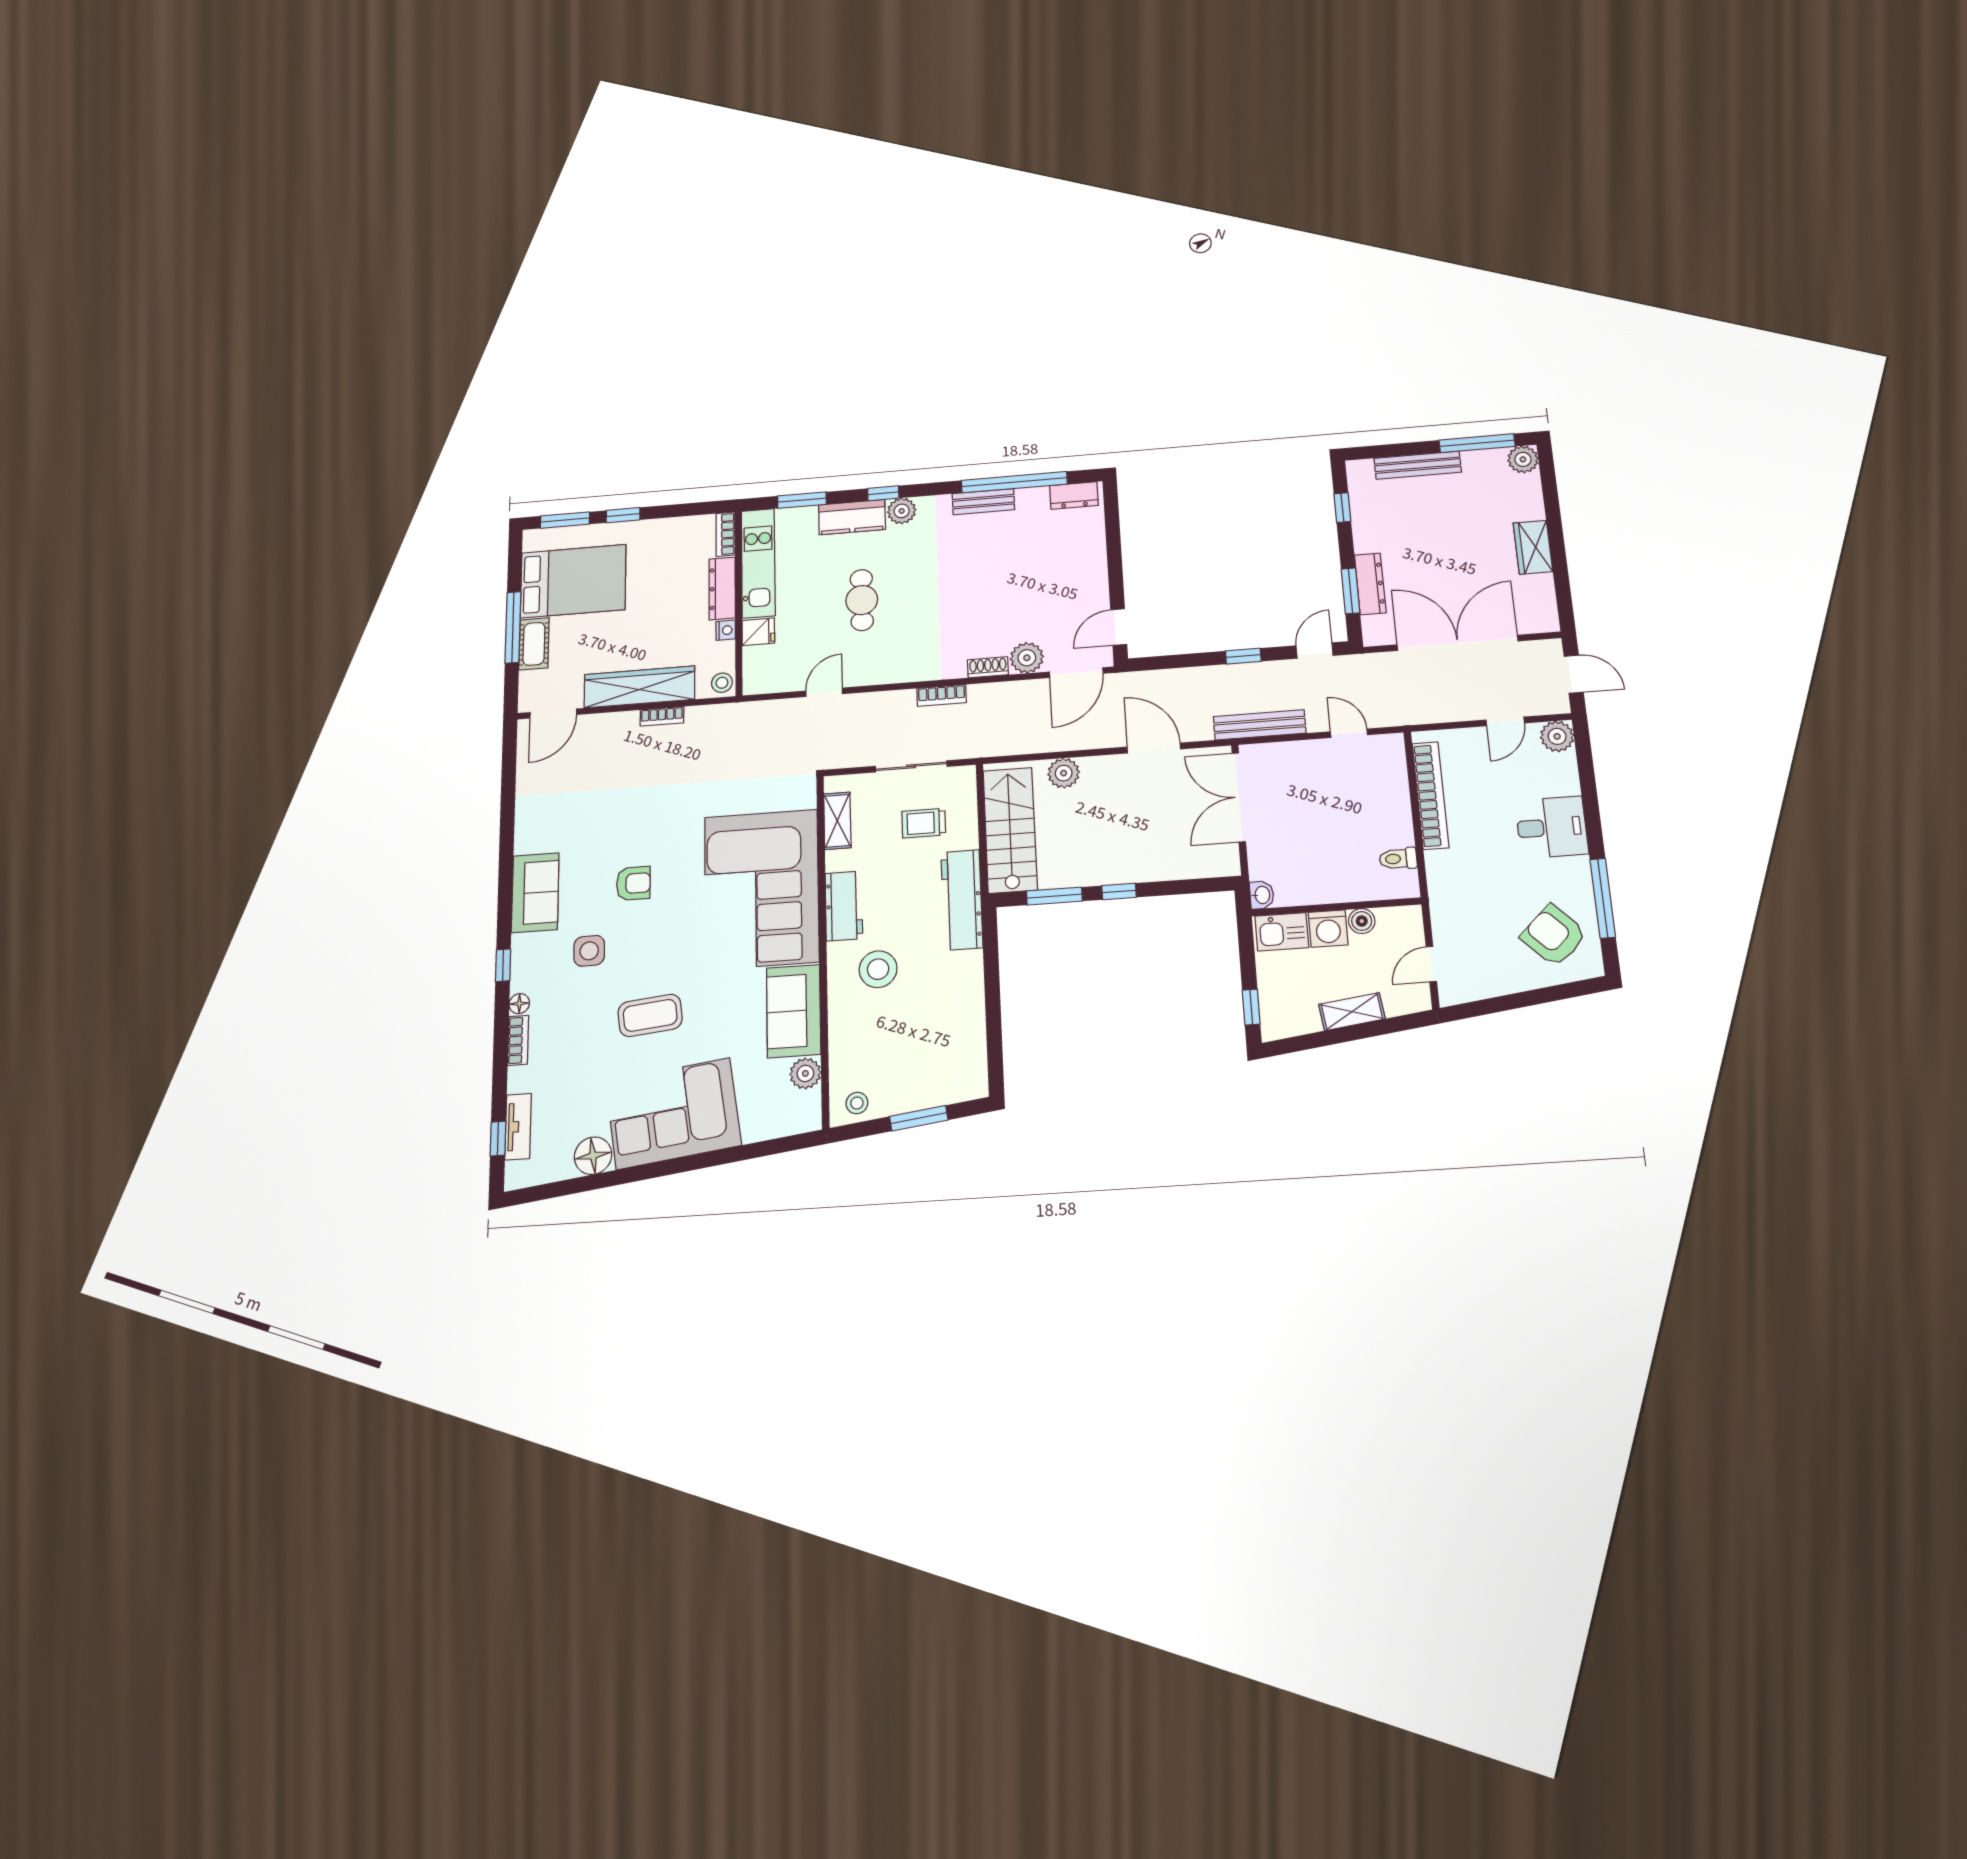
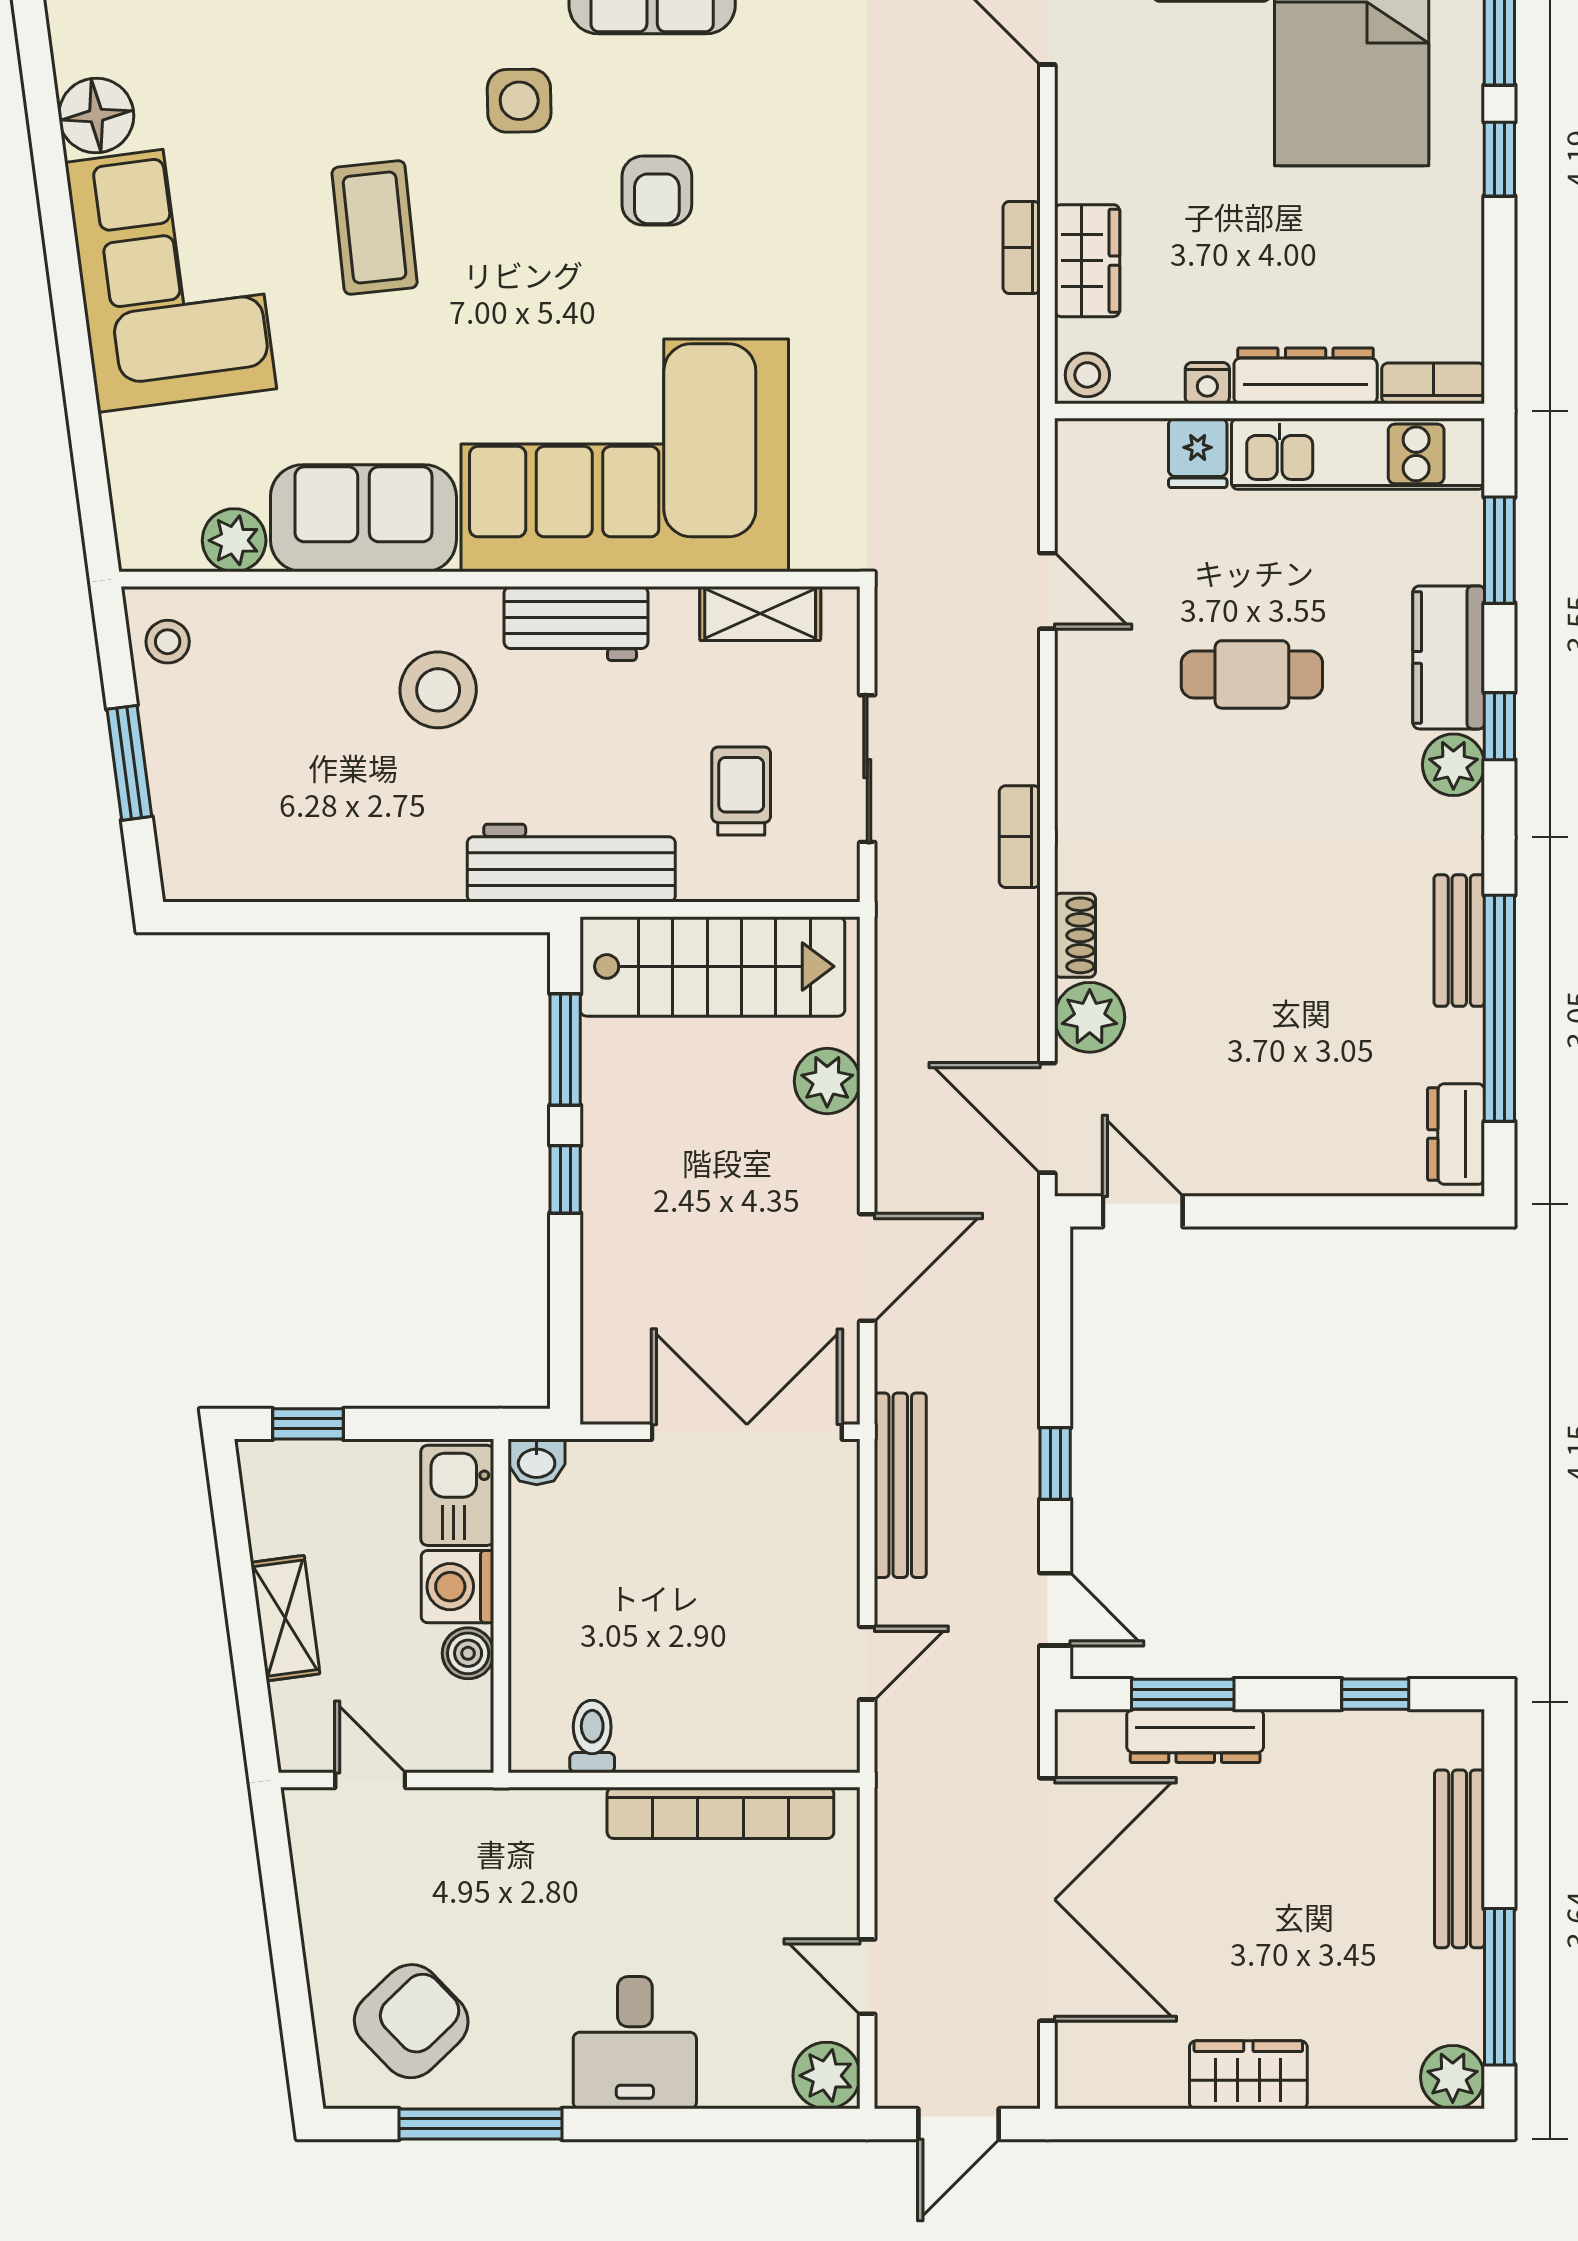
wardrobe: (639, 687) -> (1087, 261), width x0.48, depth x0.85

